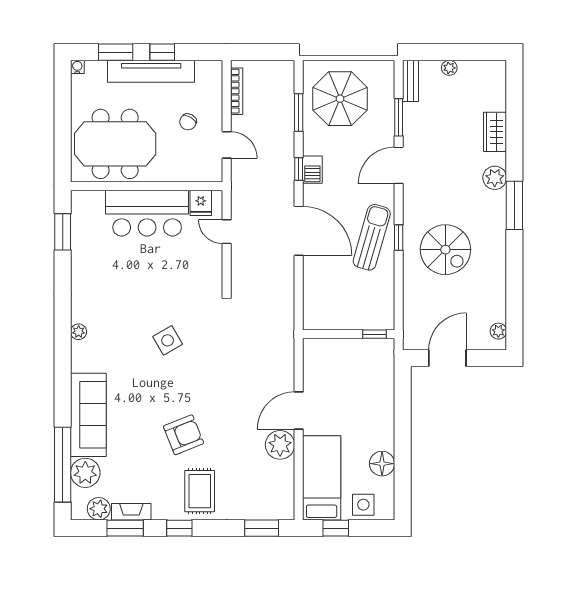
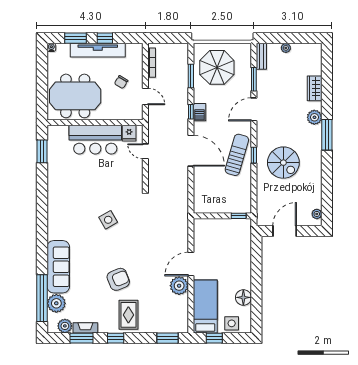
plant: (79, 332) -> (52, 214), removed

